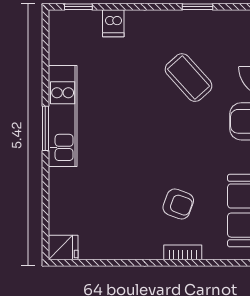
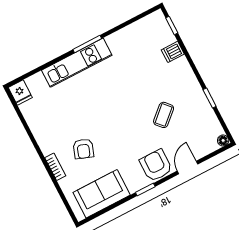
coffee table: (189, 78) -> (164, 115), width x0.73, depth x0.77
kitchen unit: (63, 116) -> (77, 63), moved

